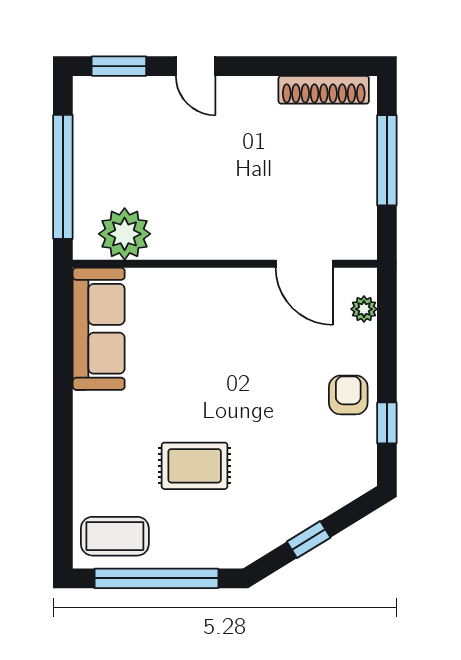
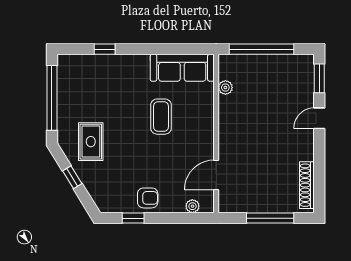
plant: (125, 234) -> (225, 88), width x0.53, depth x0.53
rug: (195, 466) -> (91, 142), moved
window: (63, 477) -> (105, 49), added
coffee table: (115, 536) -> (161, 117), moved

